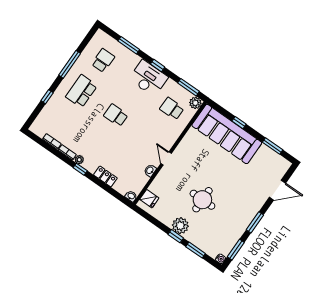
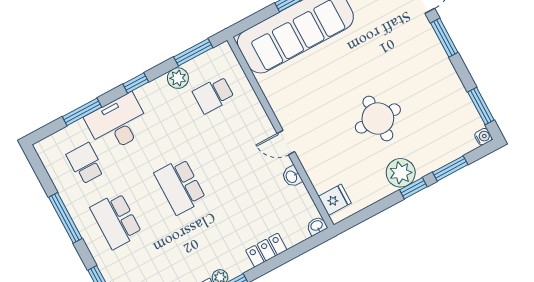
desk: (148, 78) -> (118, 123), moved
plant: (195, 103) -> (178, 78), moved
school desk: (116, 115) -> (180, 186), width x1.85
window: (255, 222) -> (444, 38), moved

